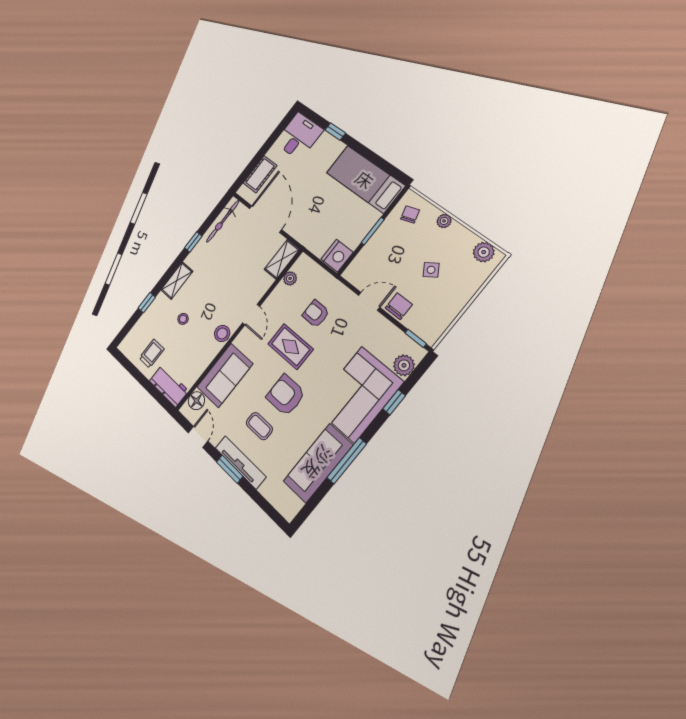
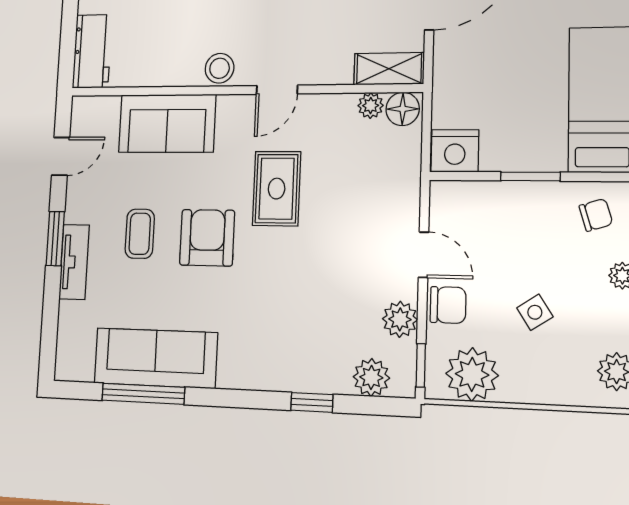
armchair: (316, 314) -> (349, 188), removed
plant: (437, 318) -> (472, 374), added
plant: (389, 333) -> (400, 319), added
corner sofa: (358, 394) -> (285, 343), removed
floor lamp: (196, 401) -> (403, 109), moved
window: (347, 461) -> (143, 394), moved
tv unit: (241, 462) -> (74, 262), width x0.71

